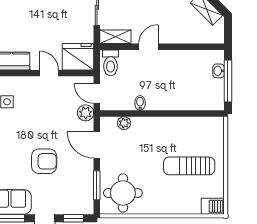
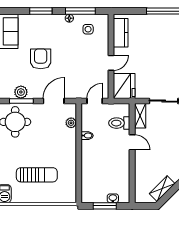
toilet: (111, 63) -> (119, 123), moved
window: (228, 81) -> (105, 206), width x0.69
plant: (86, 113) -> (21, 92), moved
armchair: (44, 161) -> (41, 59), turned 180
sun lounger: (189, 166) -> (37, 175), turned 90

